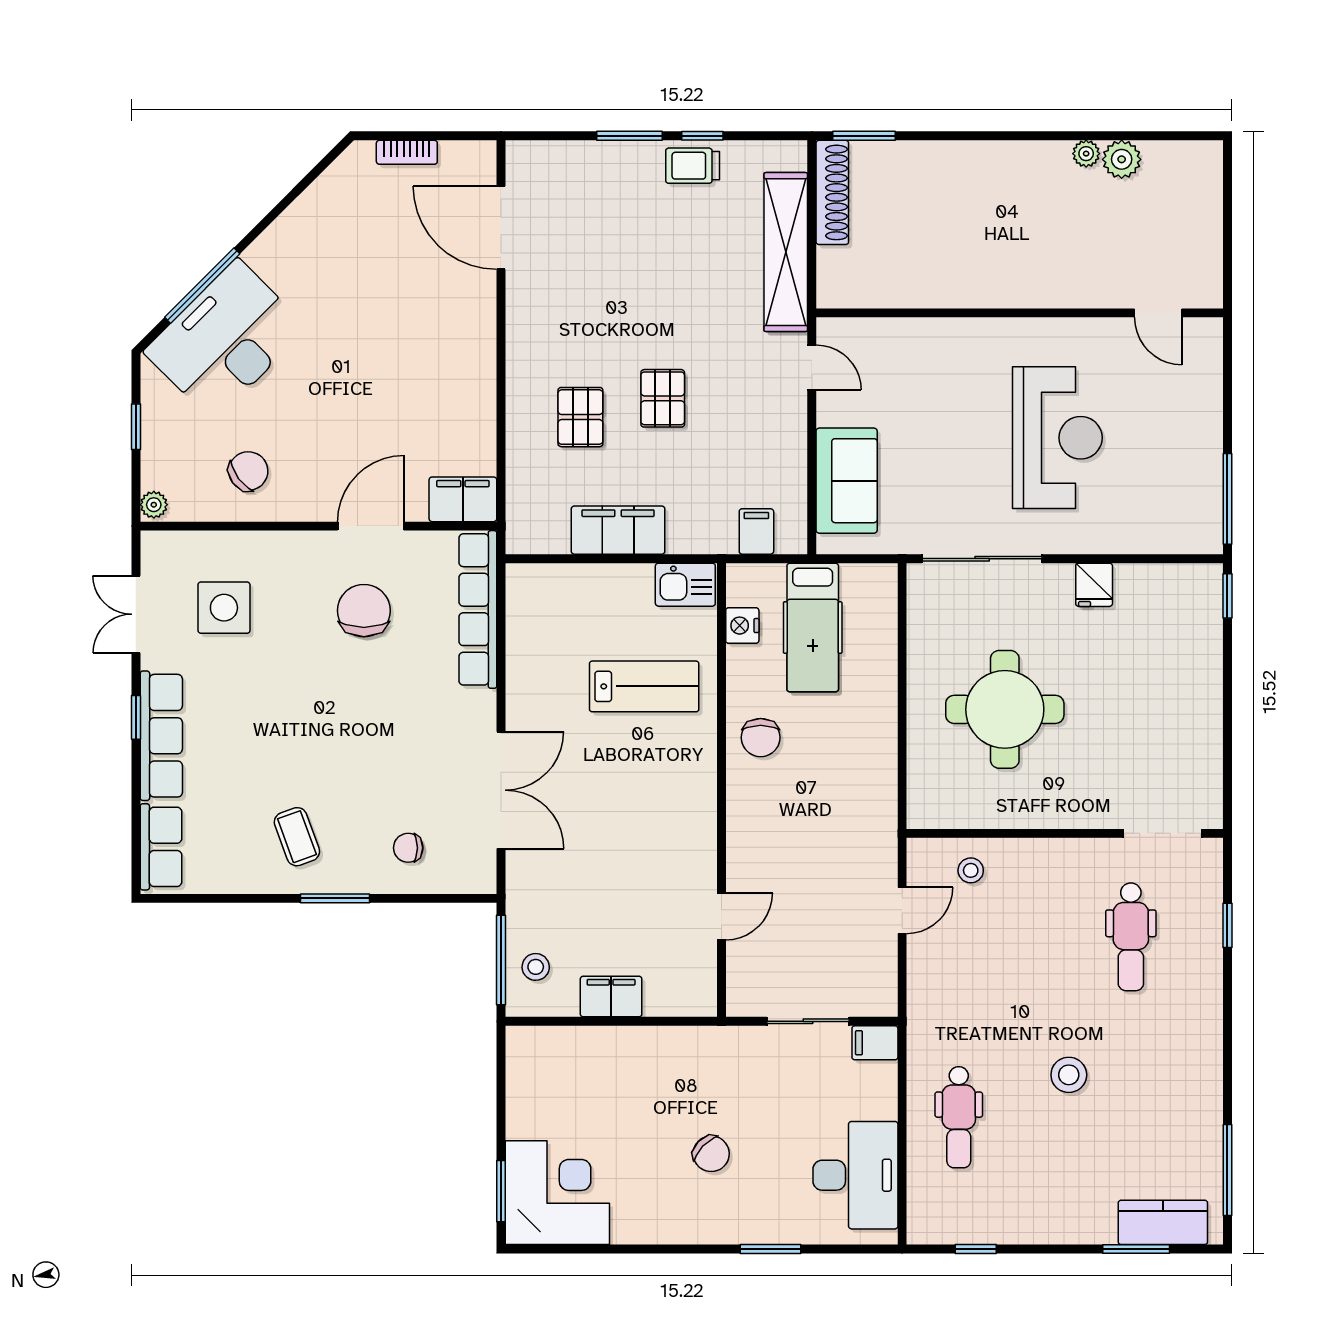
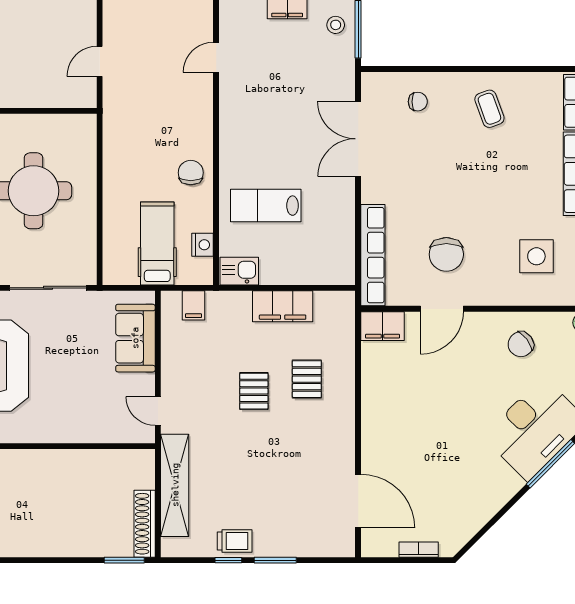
stool: (971, 870) -> (55, 87), removed
window: (335, 898) -> (465, 69), removed

